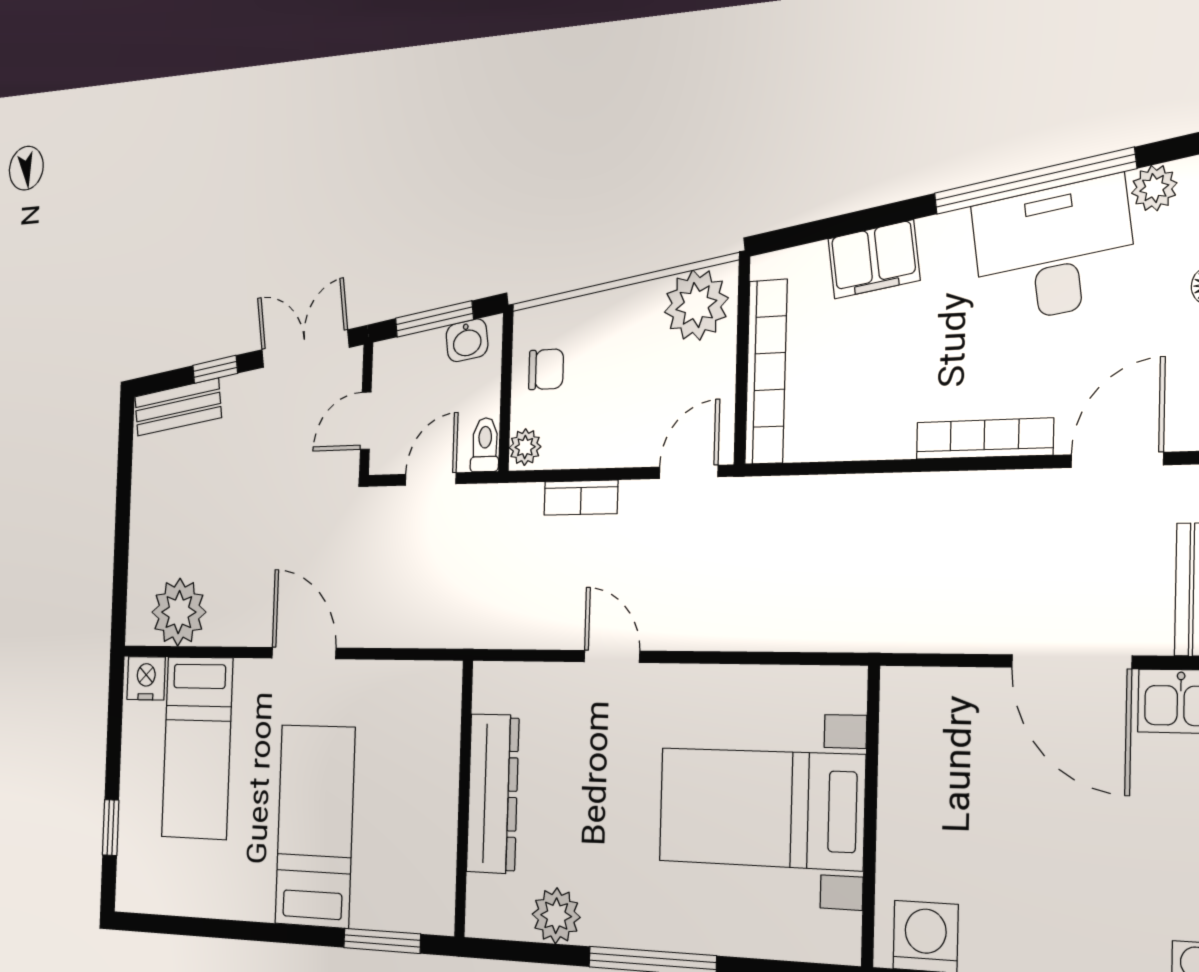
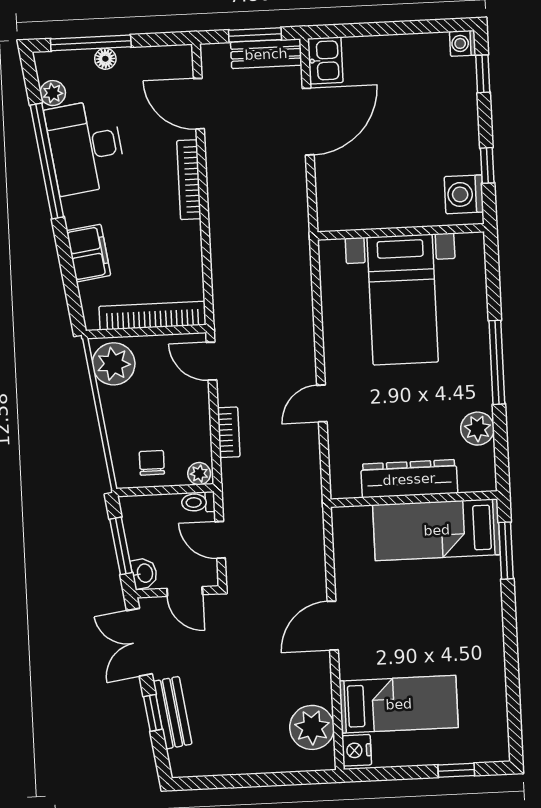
washbasin: (467, 340) -> (144, 573), moved
bench: (178, 407) -> (173, 713), moved
bed: (315, 826) -> (437, 530), moved

